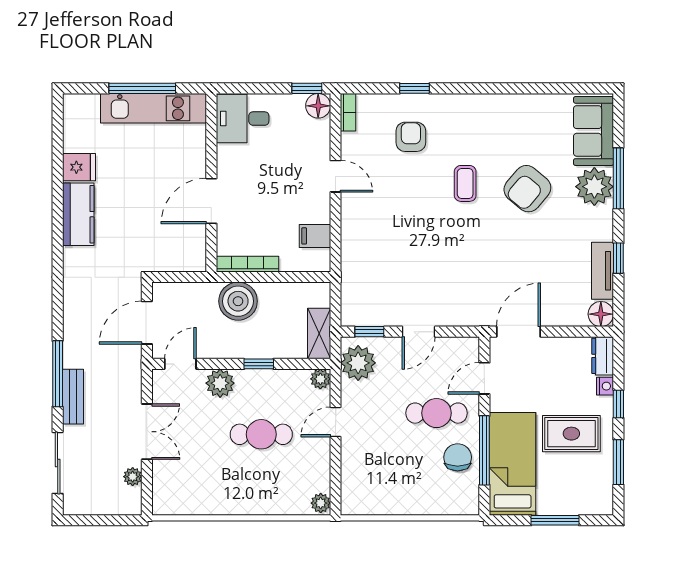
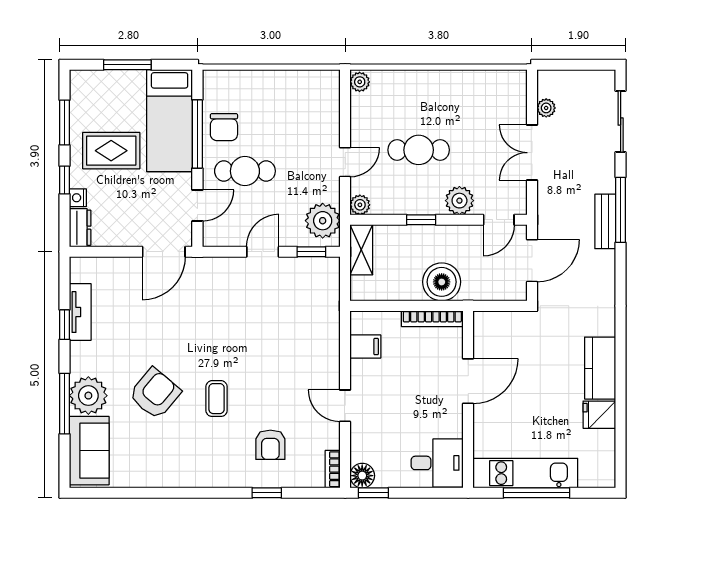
floor lamp: (601, 314) -> (82, 269), removed
bench: (73, 397) -> (605, 221), moved

